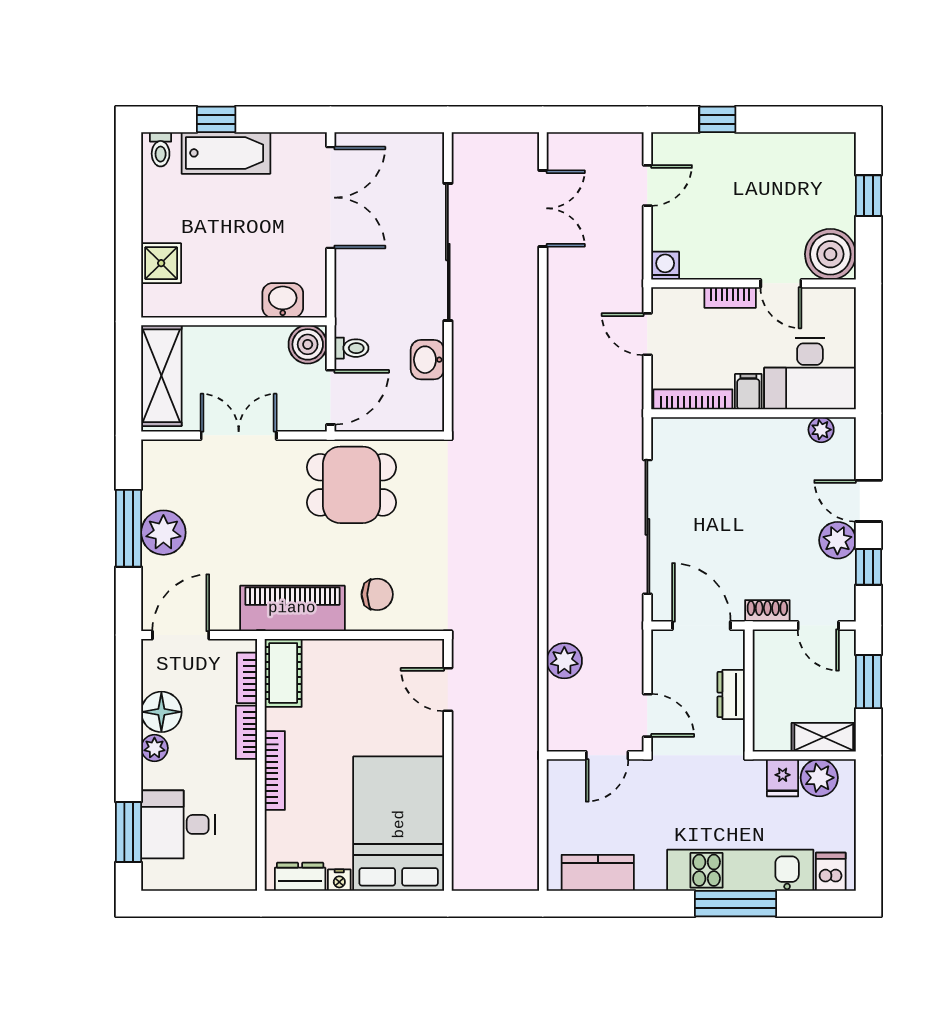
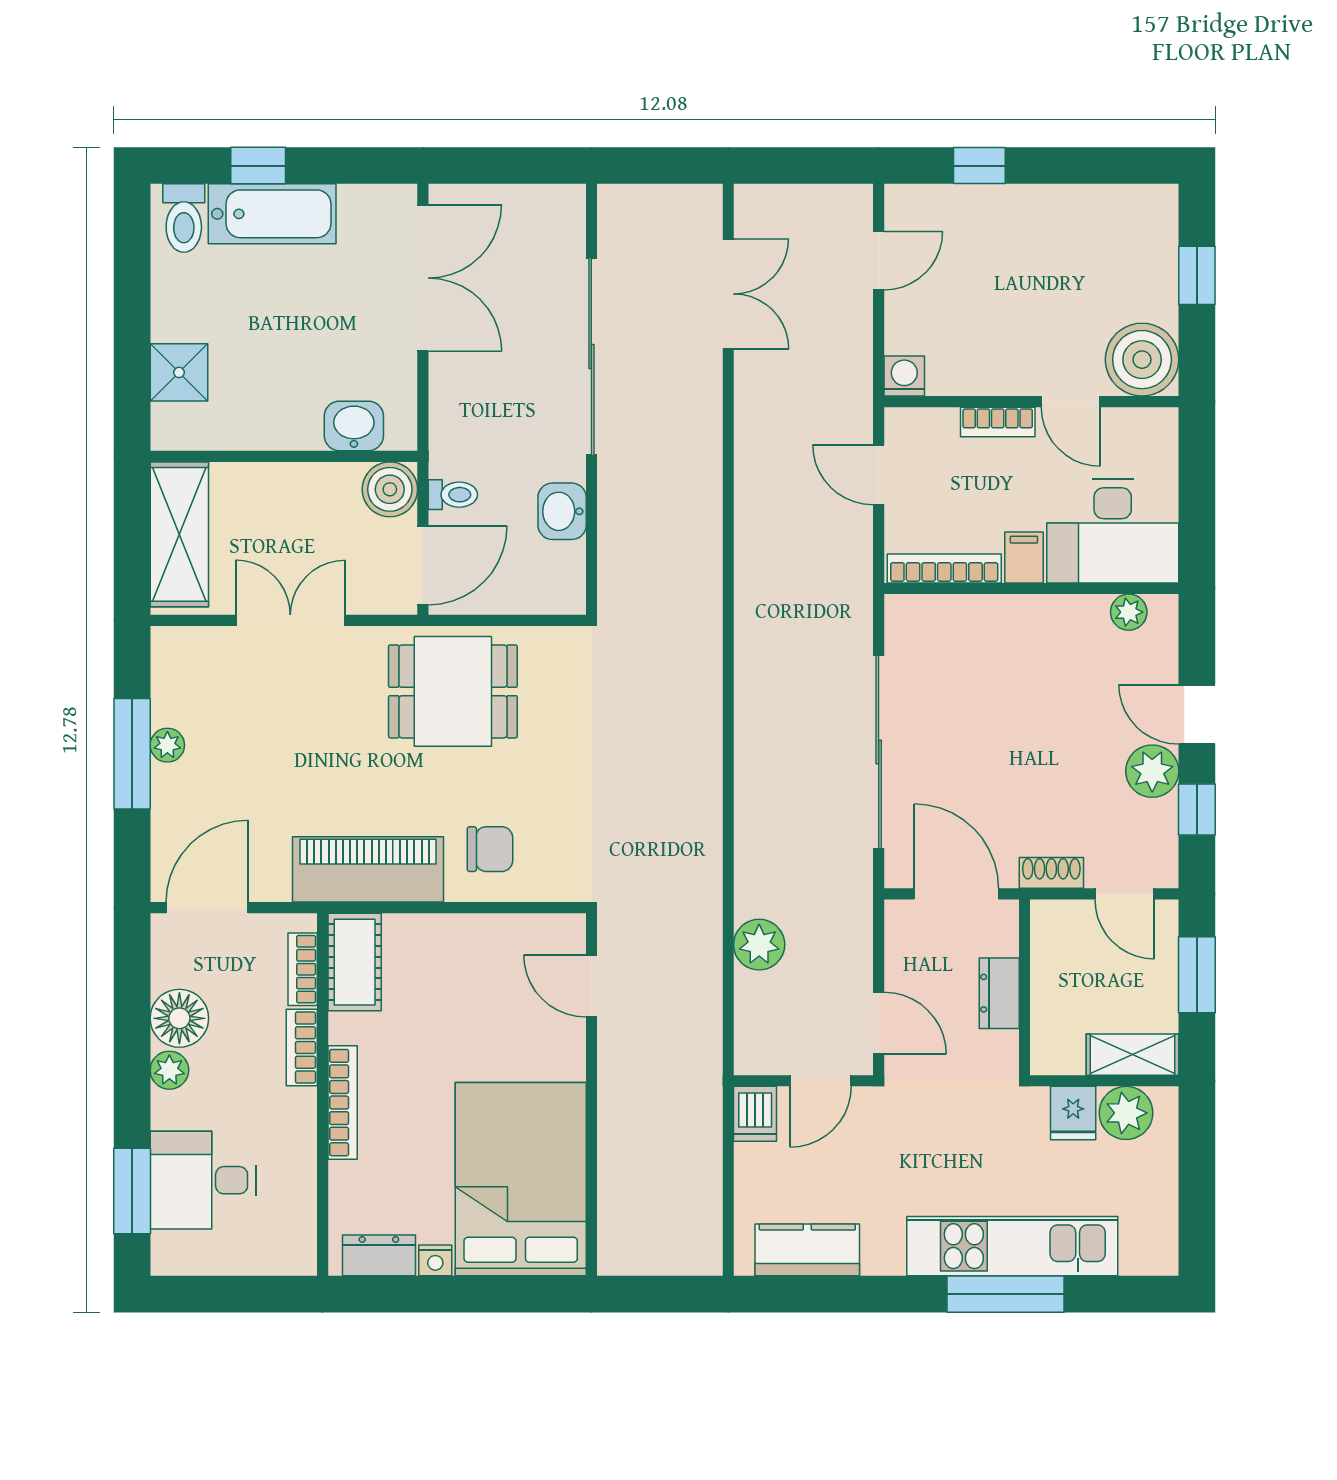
toilet: (161, 149) -> (184, 218), width x1.37, depth x1.39
plant: (163, 533) -> (167, 745), width x0.53, depth x0.53
dishwasher: (831, 872) -> (755, 1114), moved, turned 180

